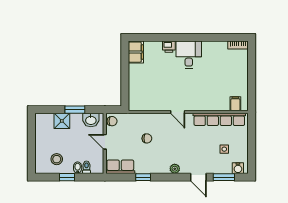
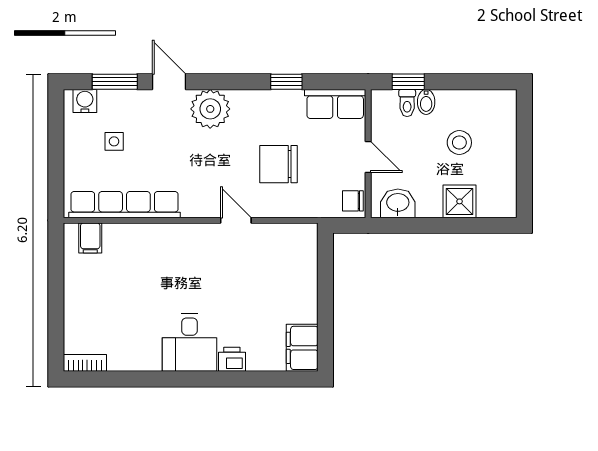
window: (75, 110) -> (432, 225), removed
door: (178, 112) -> (236, 220), moved
chair: (147, 138) -> (279, 164), width x1.87, depth x1.87
stool: (57, 159) -> (459, 143), moved
plant: (175, 169) -> (210, 109), width x1.88, depth x1.88
window: (67, 177) -> (408, 82), moved

